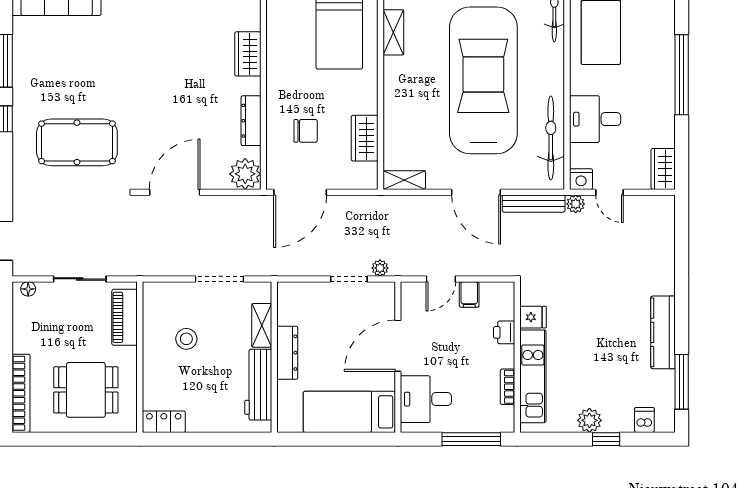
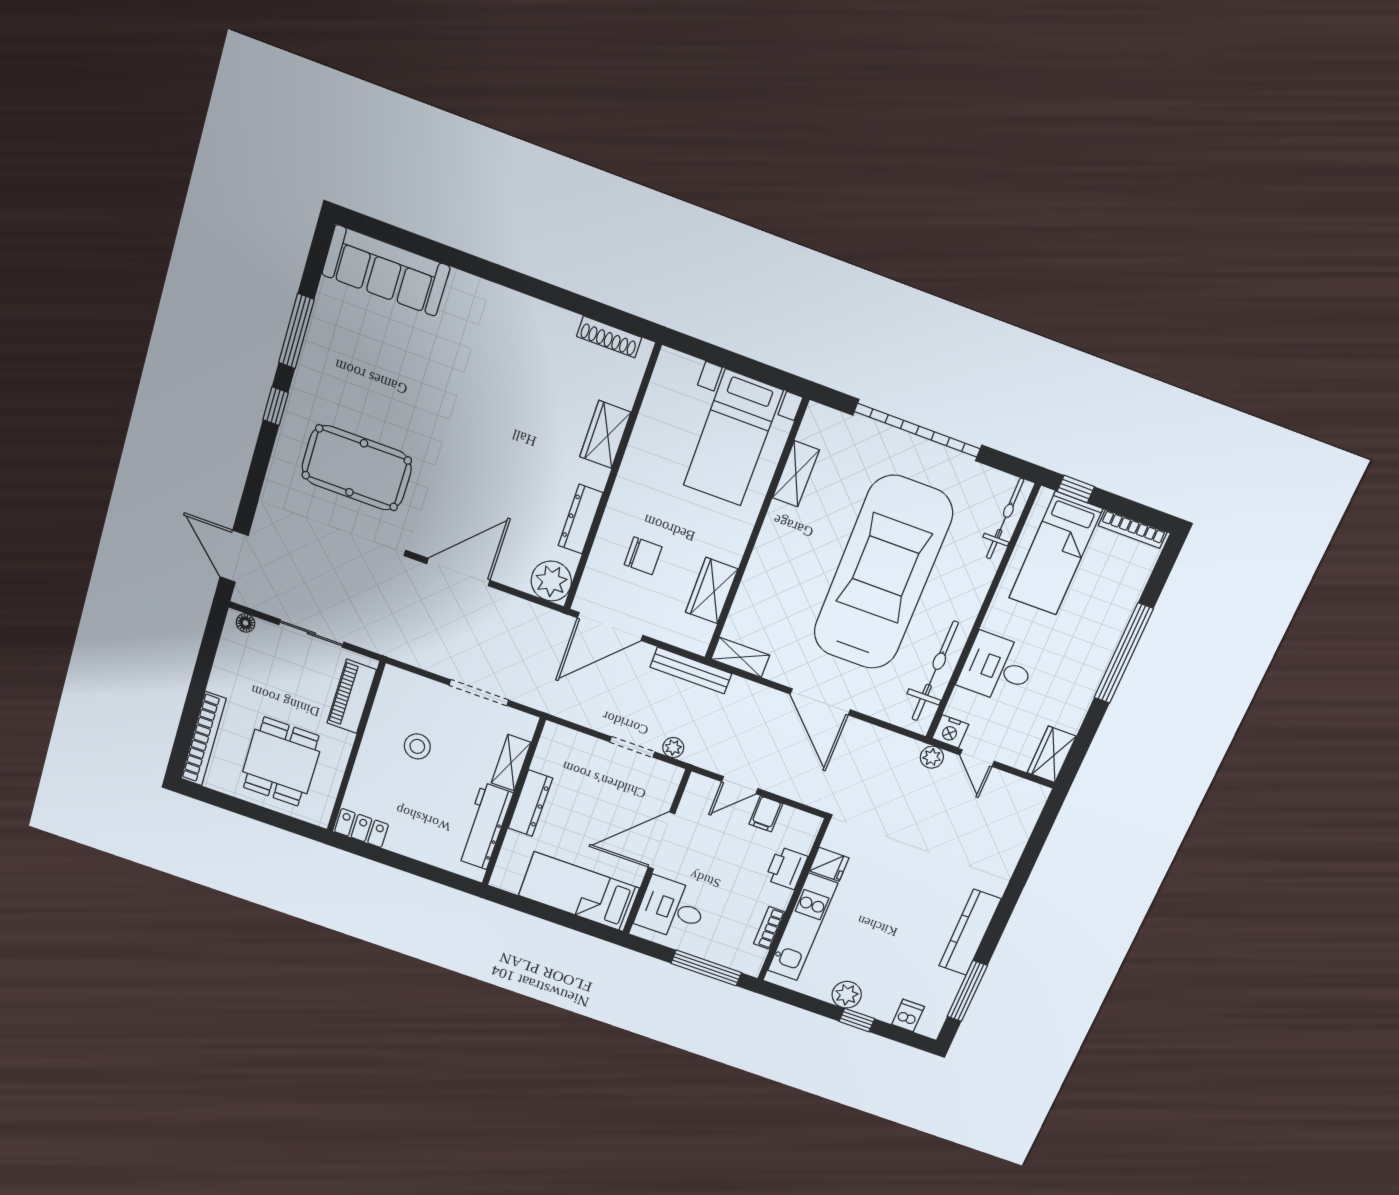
bench: (534, 204) -> (691, 670), moved
printer: (504, 332) -> (786, 868), width x1.36, depth x1.24
dining table: (86, 390) -> (281, 762), turned 90

